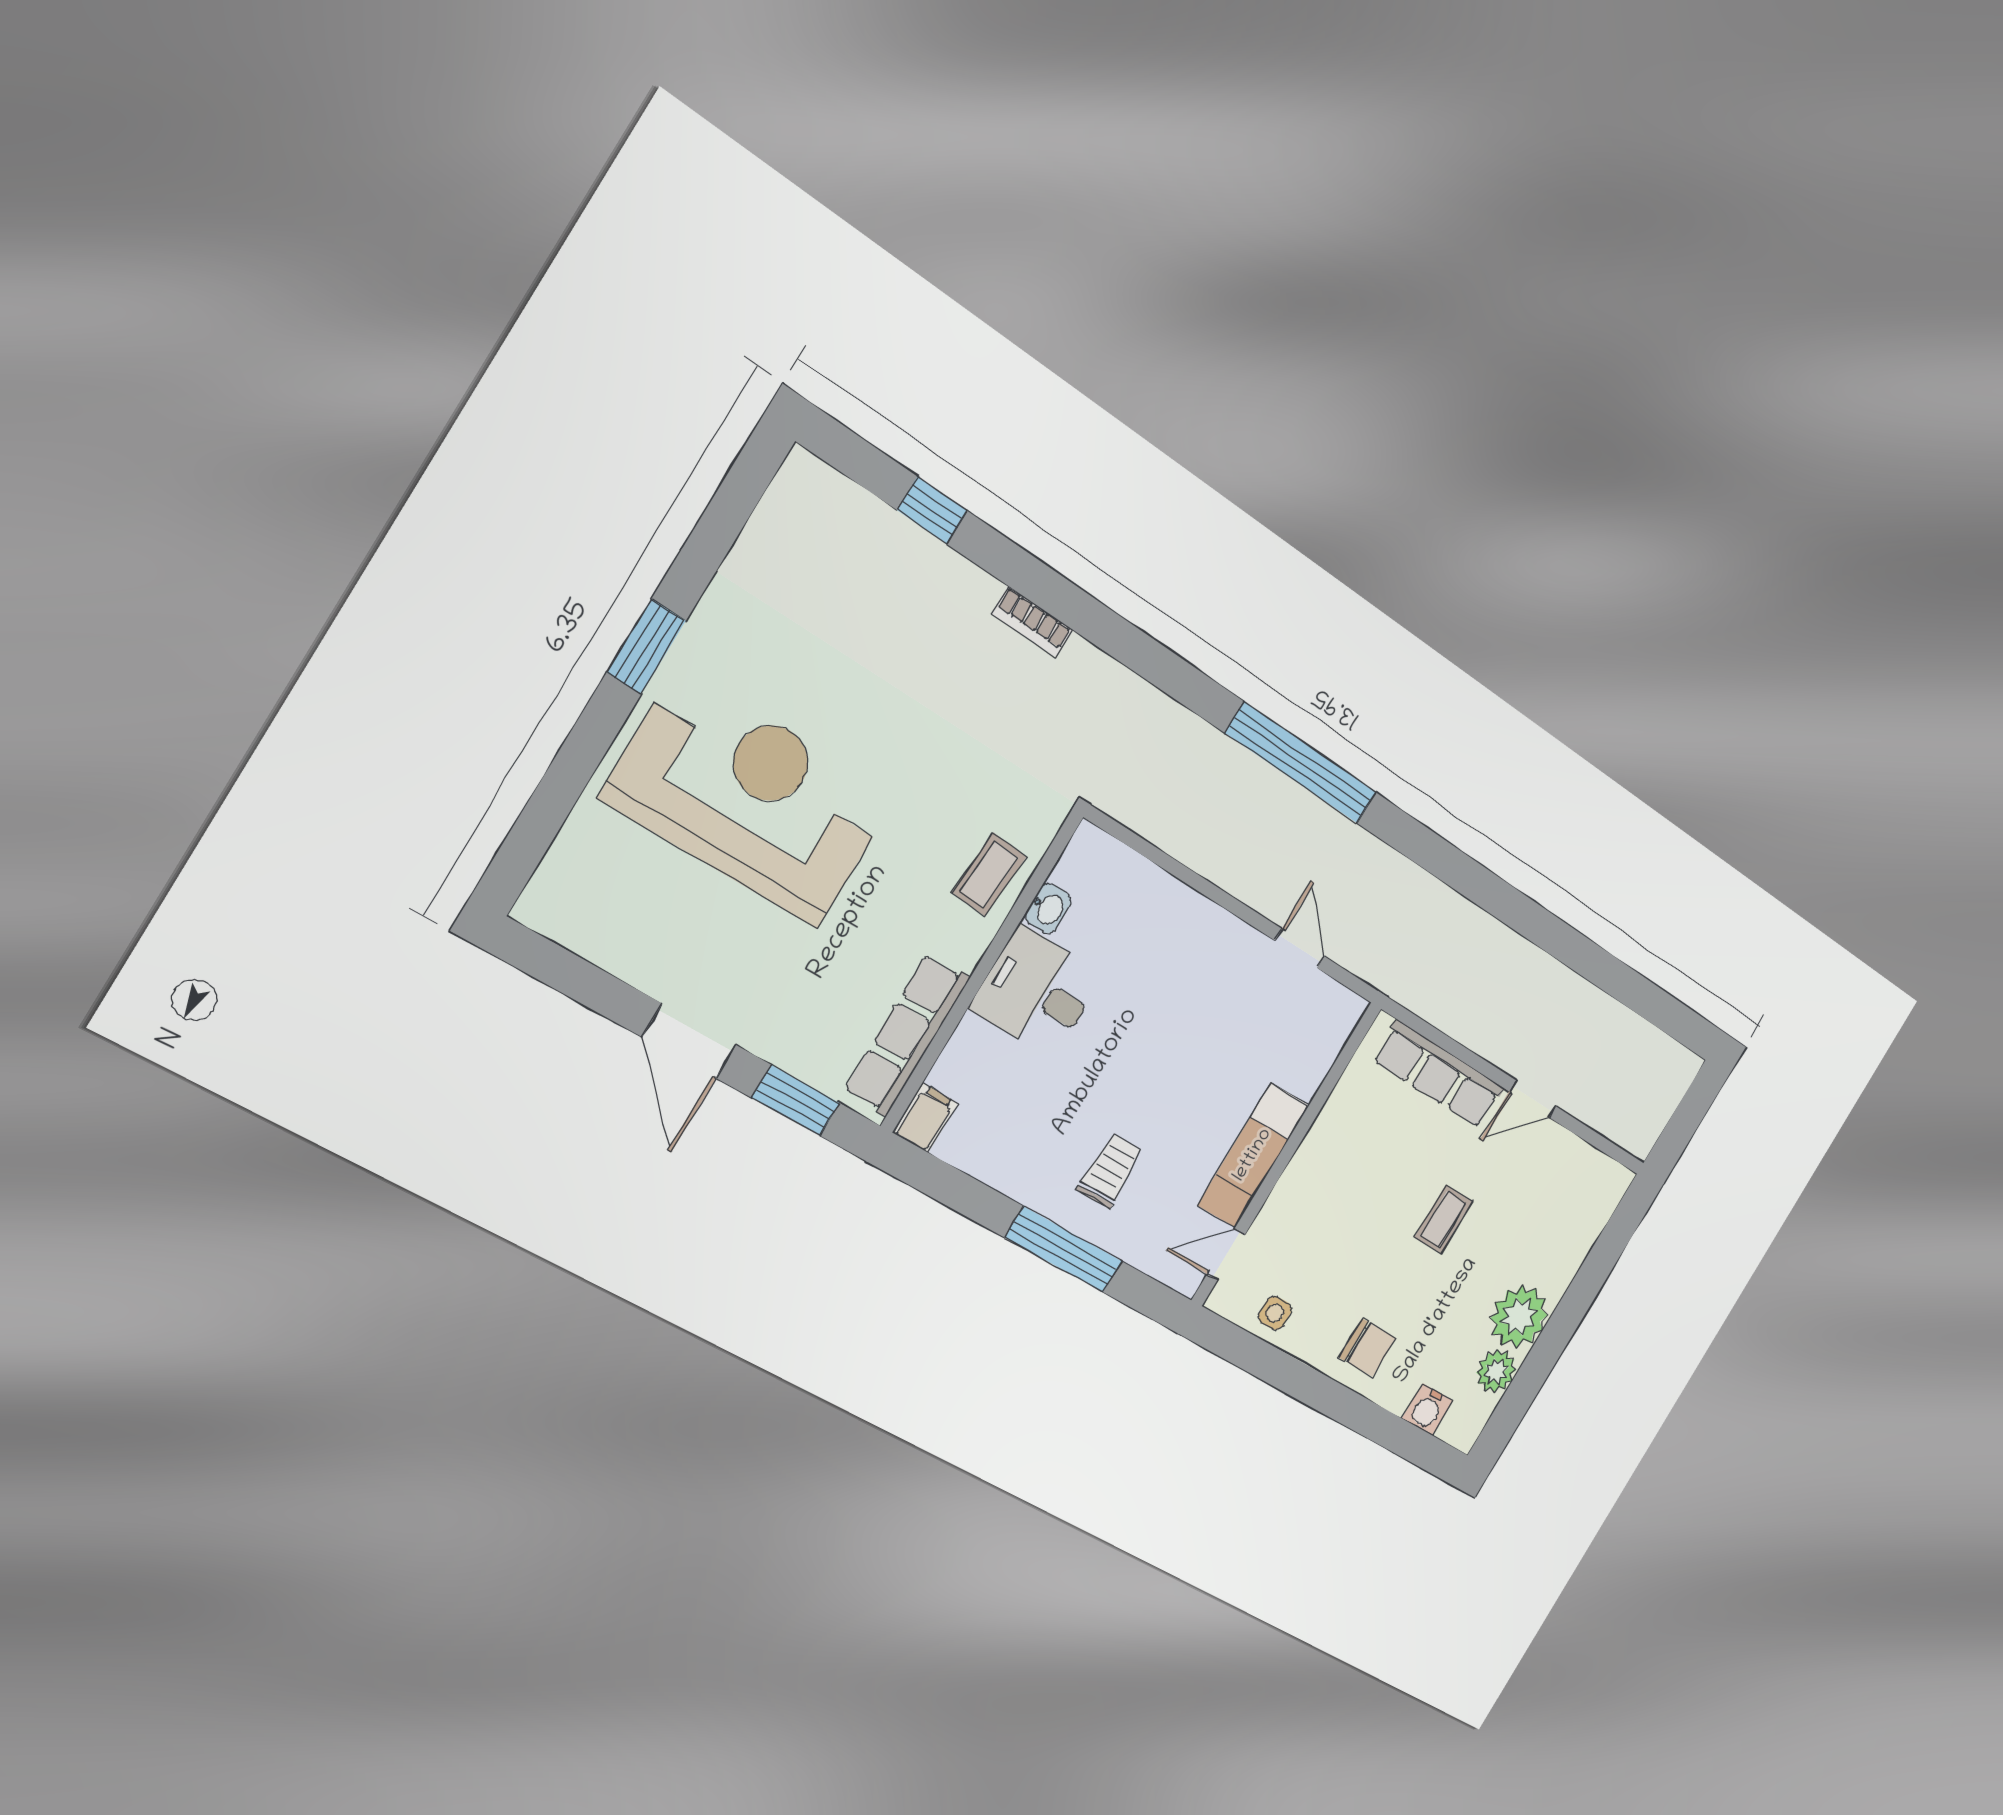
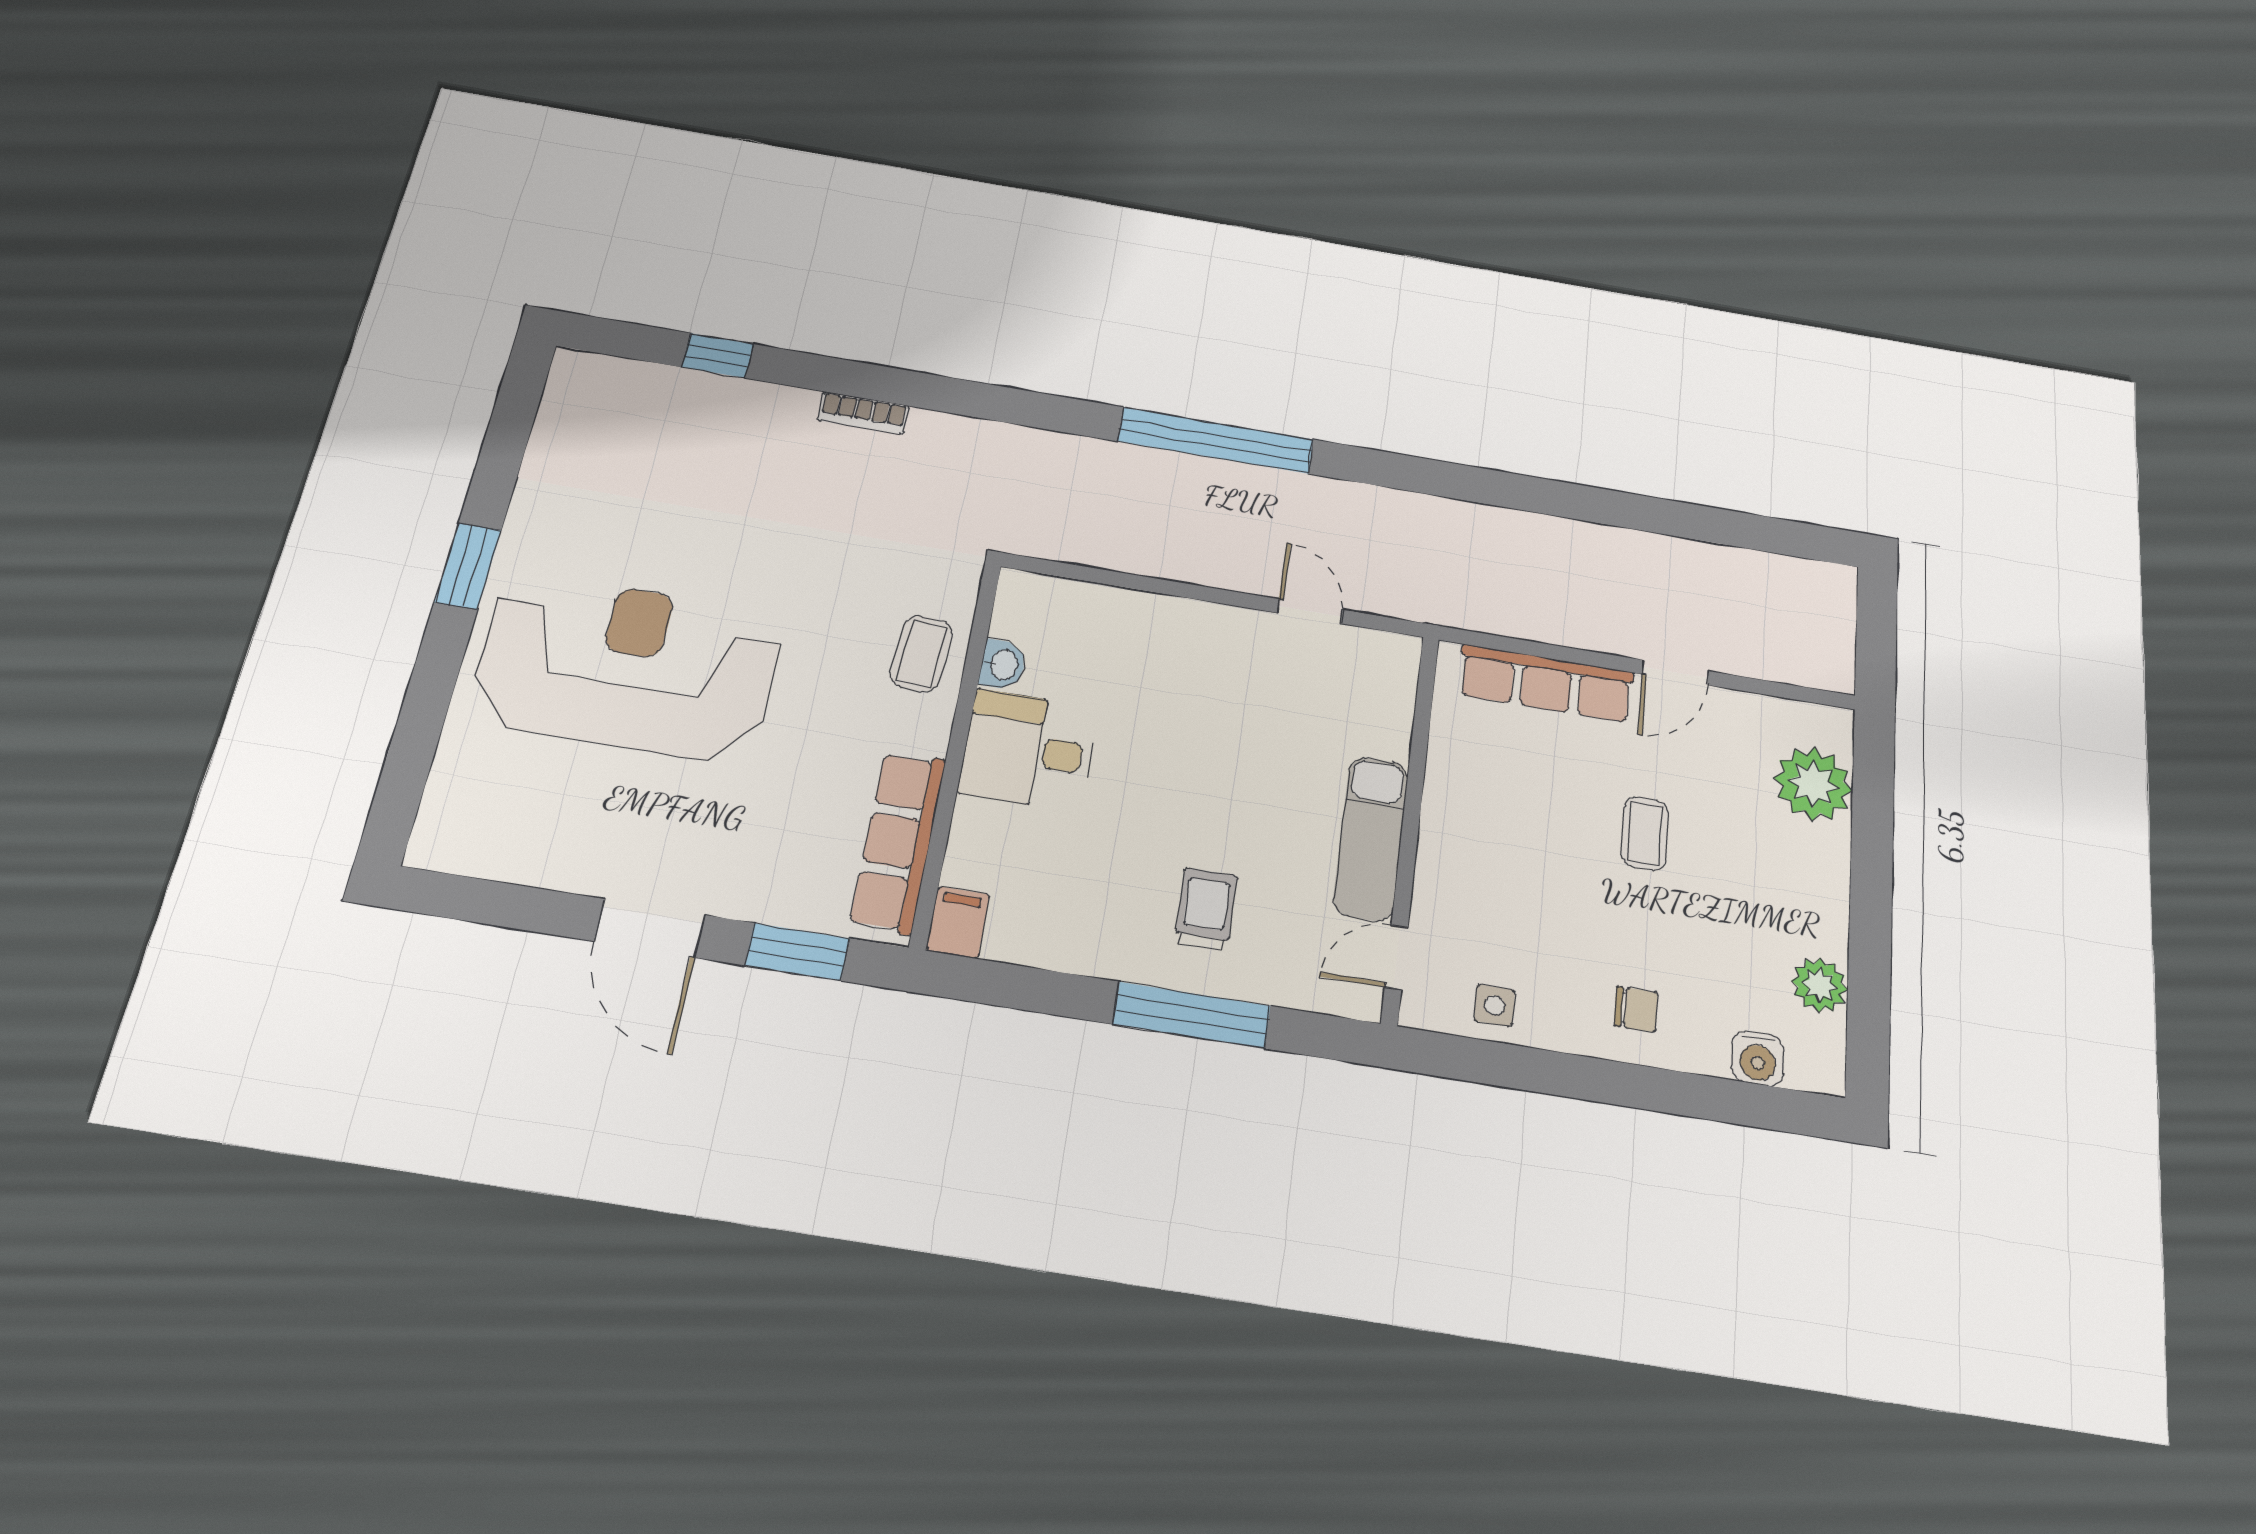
plant: (1519, 1317) -> (1813, 784), moved
chair: (1368, 1348) -> (1636, 1009), width x0.73, depth x0.73

